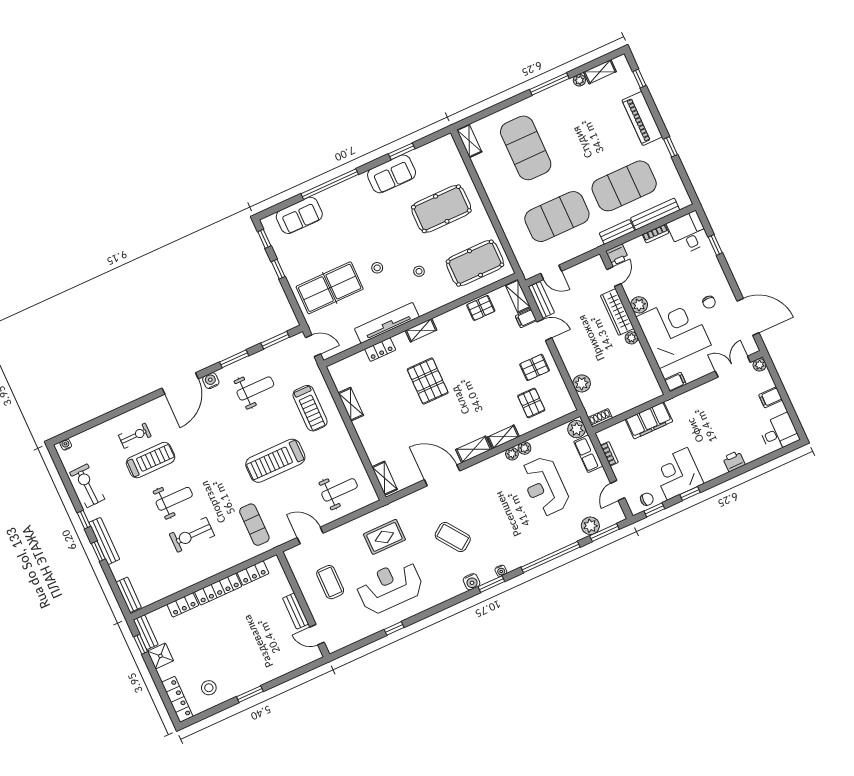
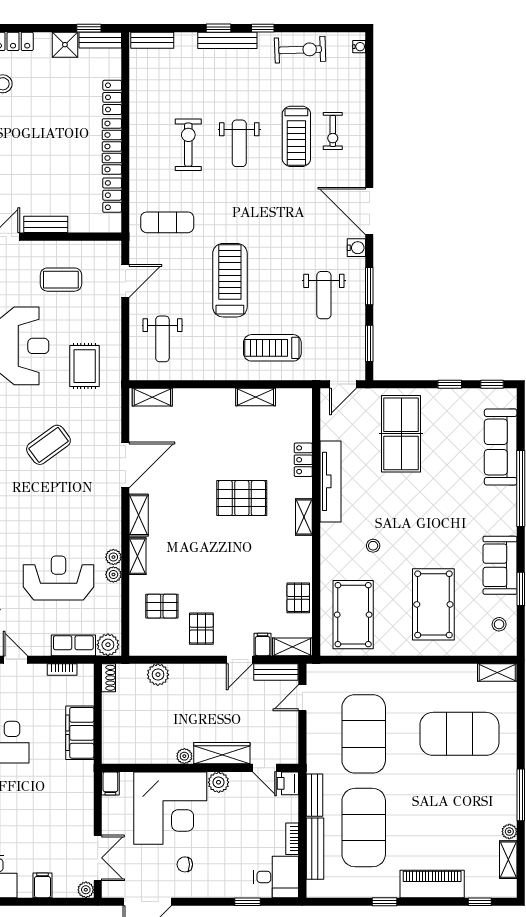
sofa: (299, 215) -> (501, 447), width x1.36
stool: (377, 268) -> (499, 624), moved

